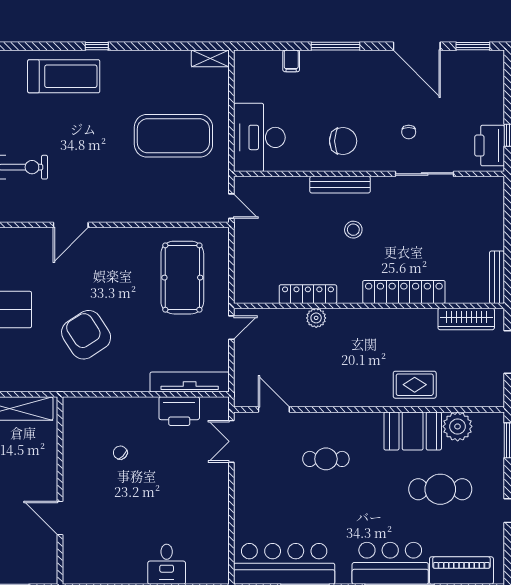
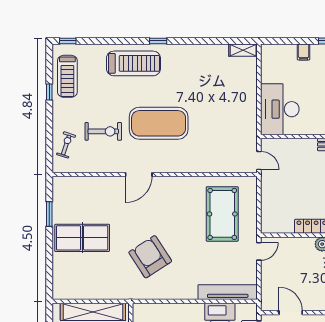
exercise mat: (173, 136) -> (159, 123), moved

